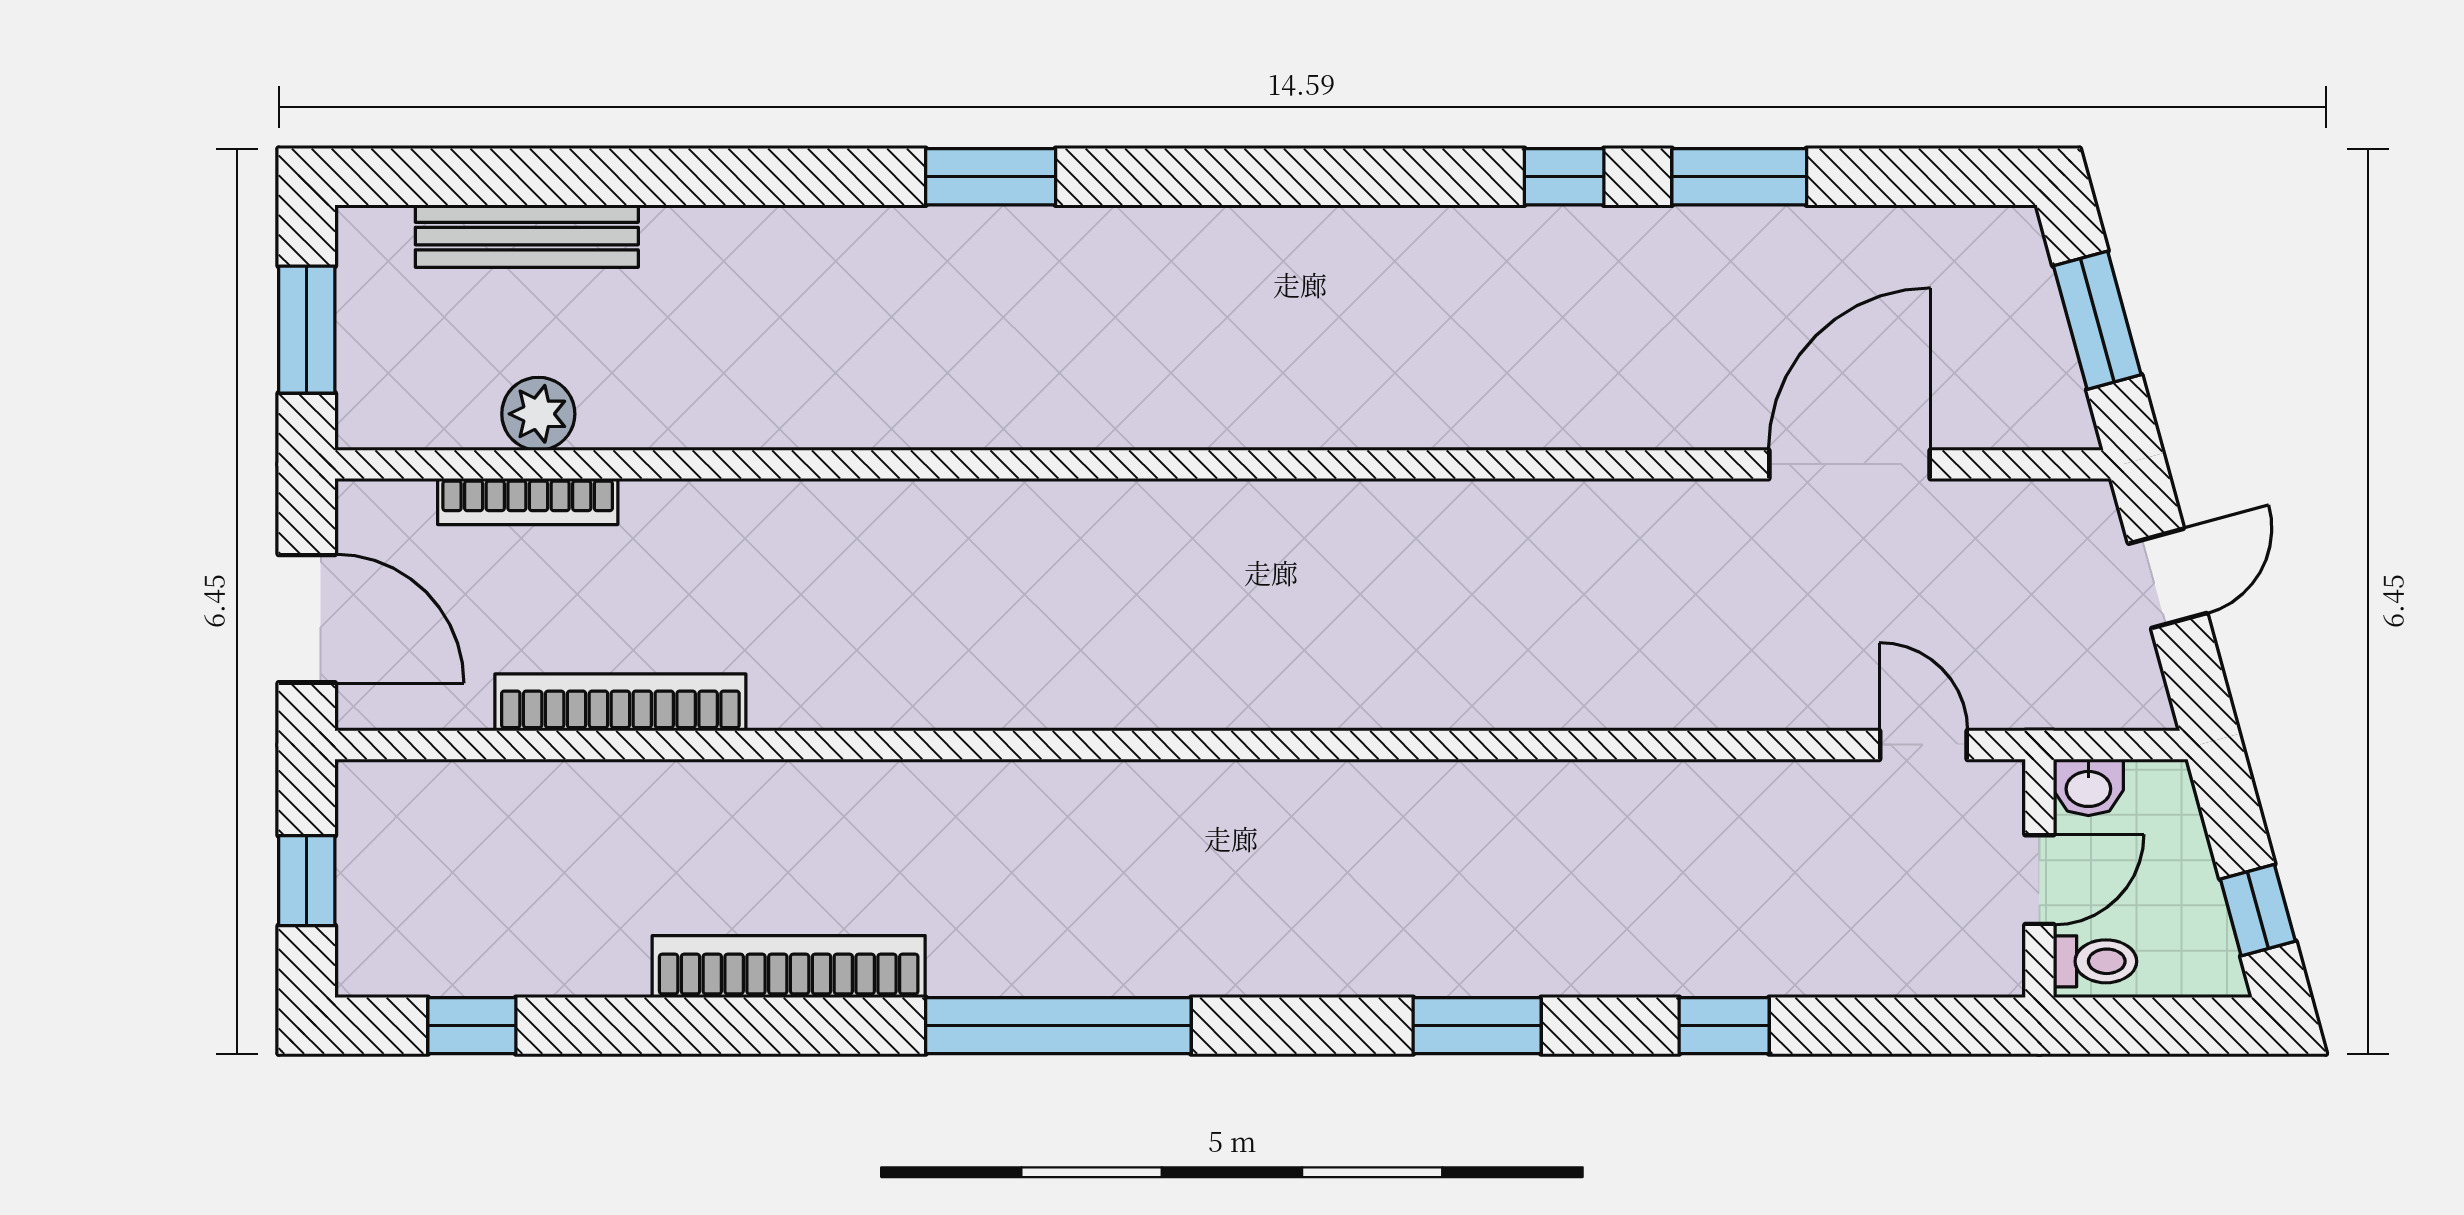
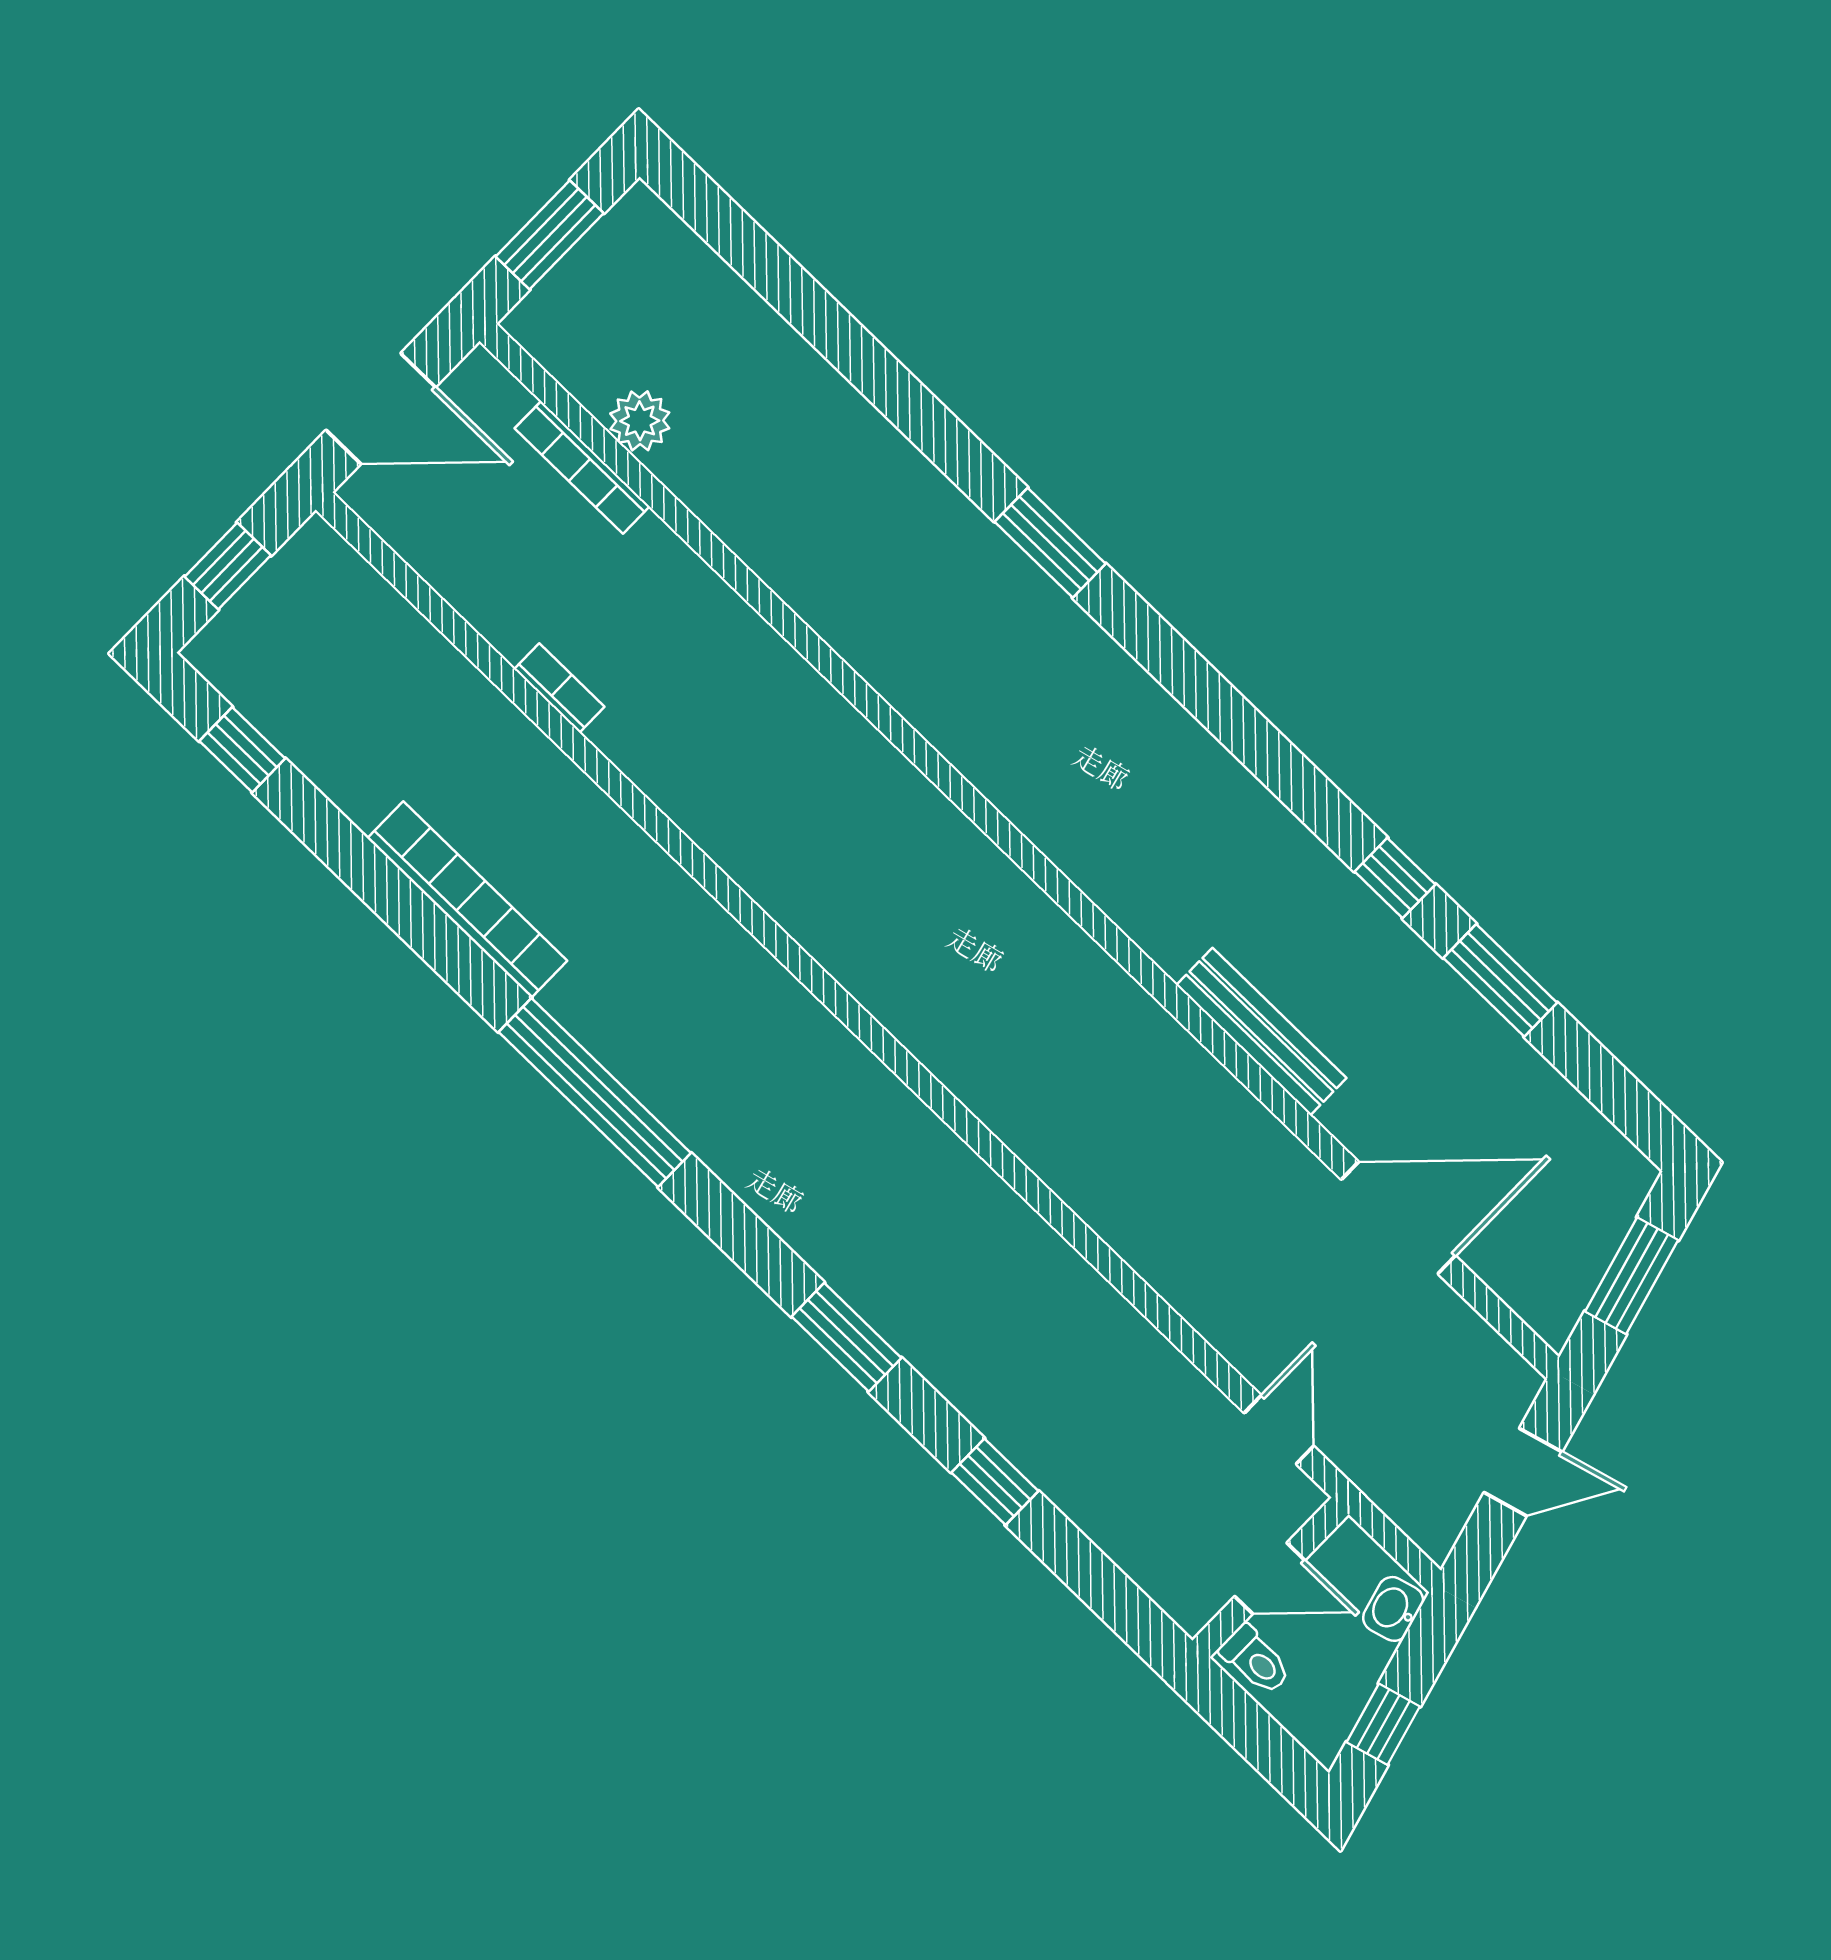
bench: (527, 236) -> (1261, 1032), moved
door: (307, 619) -> (381, 409), hinge flipped
bookcase: (620, 702) -> (559, 688), width x0.43, depth x0.76
washbasin: (2088, 787) -> (1393, 1609), moved, turned 75

